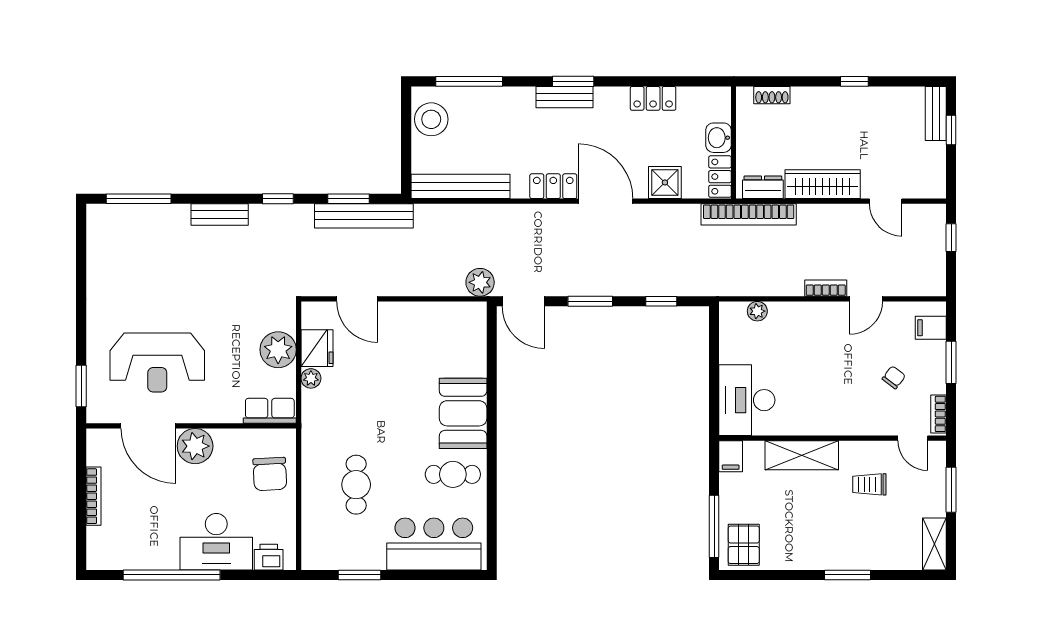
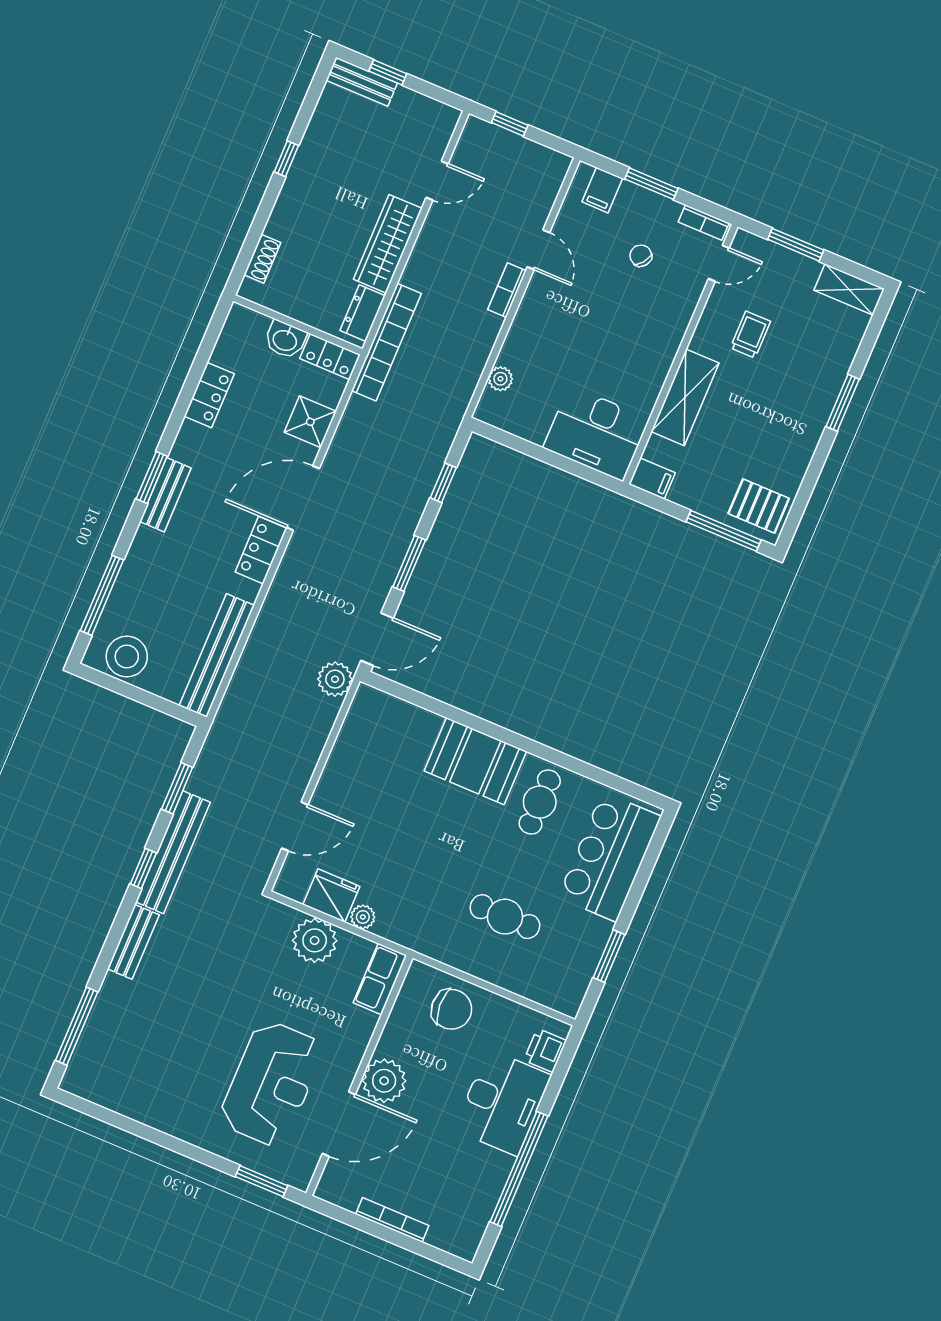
bench: (364, 216) -> (173, 852), moved
trolley: (869, 484) -> (750, 335), turned 180

